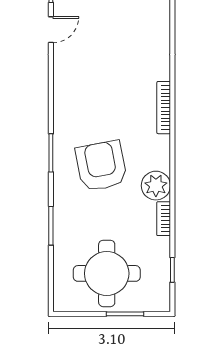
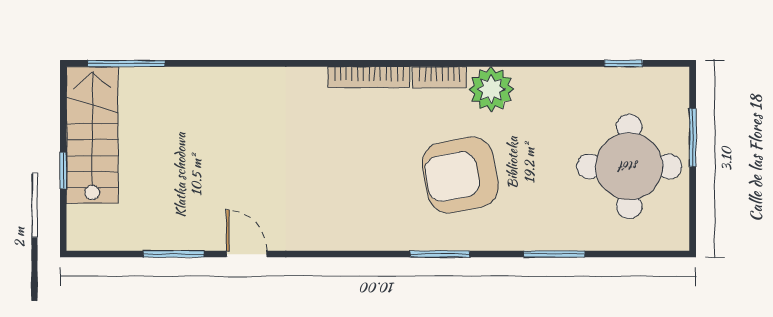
bookcase: (164, 219) -> (439, 77), moved

